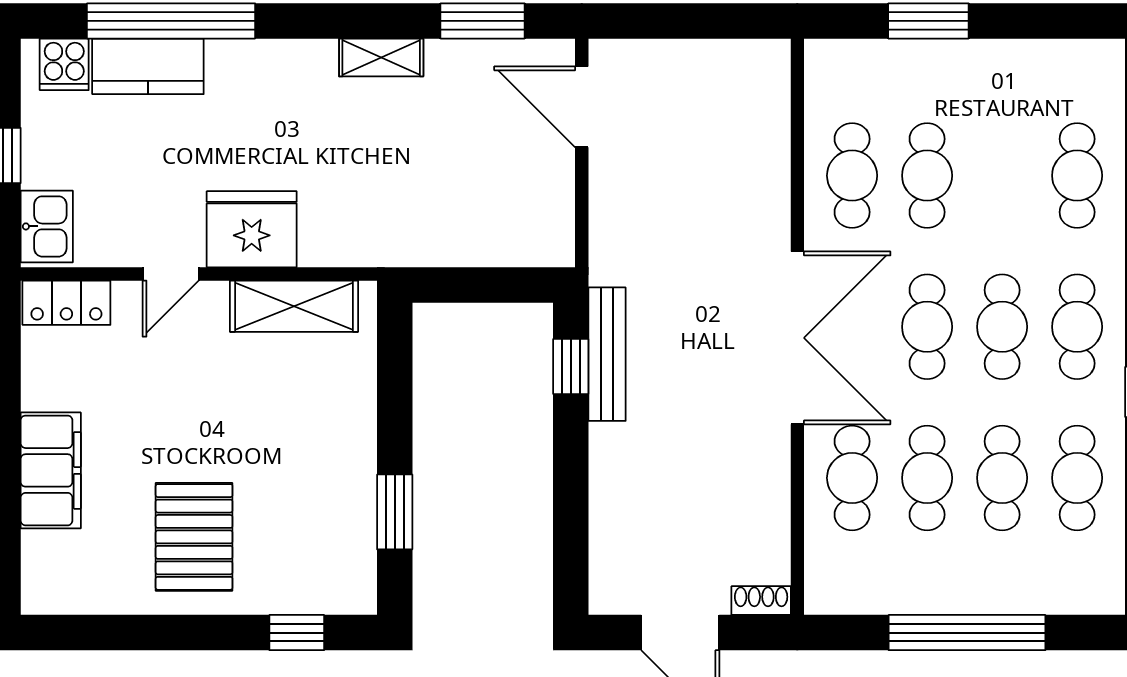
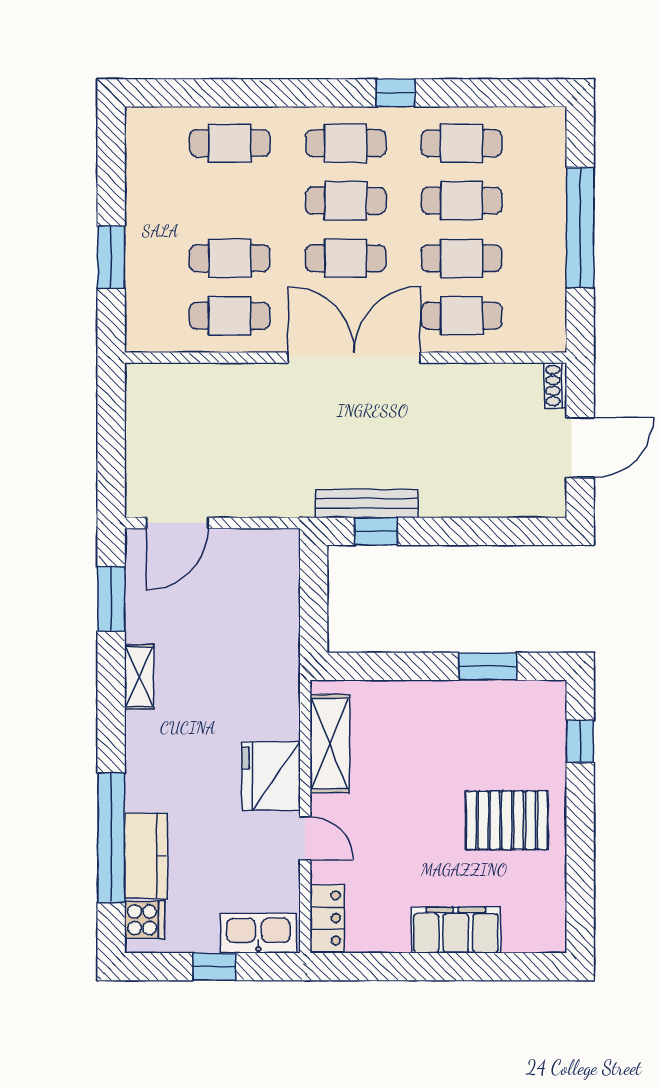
kitchen sink: (47, 226) -> (258, 933), width x1.38

